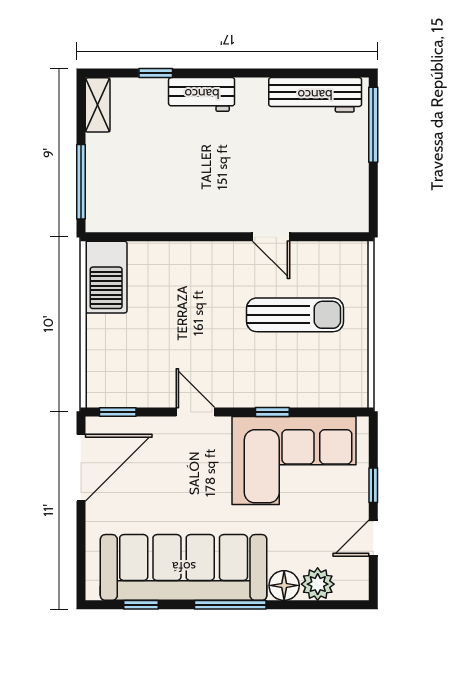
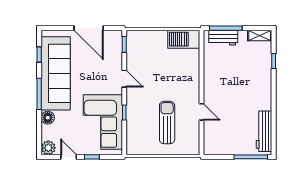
workbench: (202, 94) -> (223, 38), moved, turned -90
door: (271, 237) -> (201, 112), swing flipped
sun lounger: (295, 315) -> (167, 122), turned 180
door: (195, 412) -> (124, 79), hinge flipped
door: (81, 468) -> (89, 28), moved
plant: (318, 584) -> (48, 148), moved

